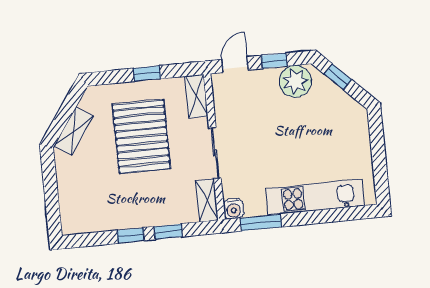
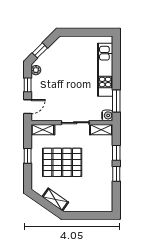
door: (235, 65) -> (28, 107), swing flipped
plant: (295, 81) -> (36, 70), width x0.53, depth x0.53

